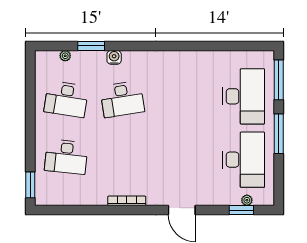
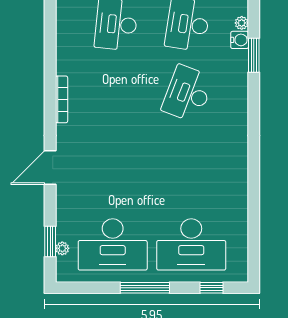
water cooler: (114, 57) -> (240, 40), moved
window: (279, 80) -> (211, 288), width x0.46
desk: (122, 99) -> (188, 94), turned 30

